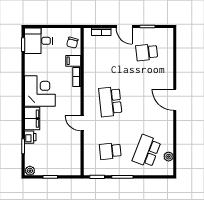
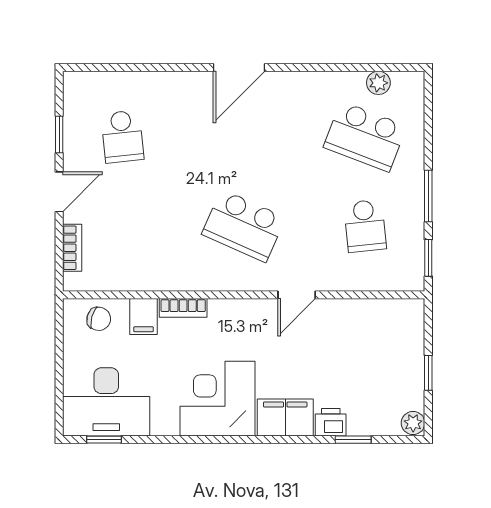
desk: (39, 41) -> (106, 402), width x1.37
school desk: (110, 102) -> (244, 226), turned 30

